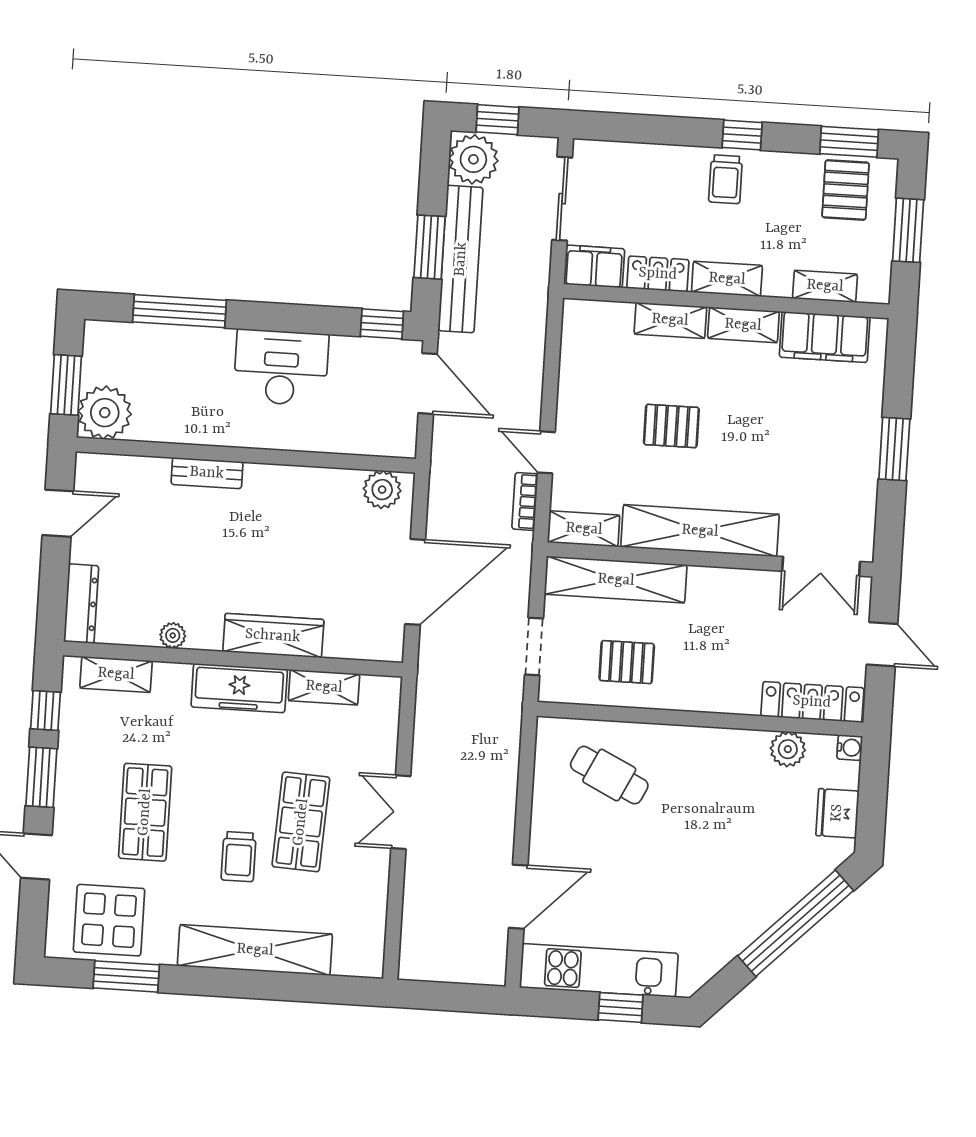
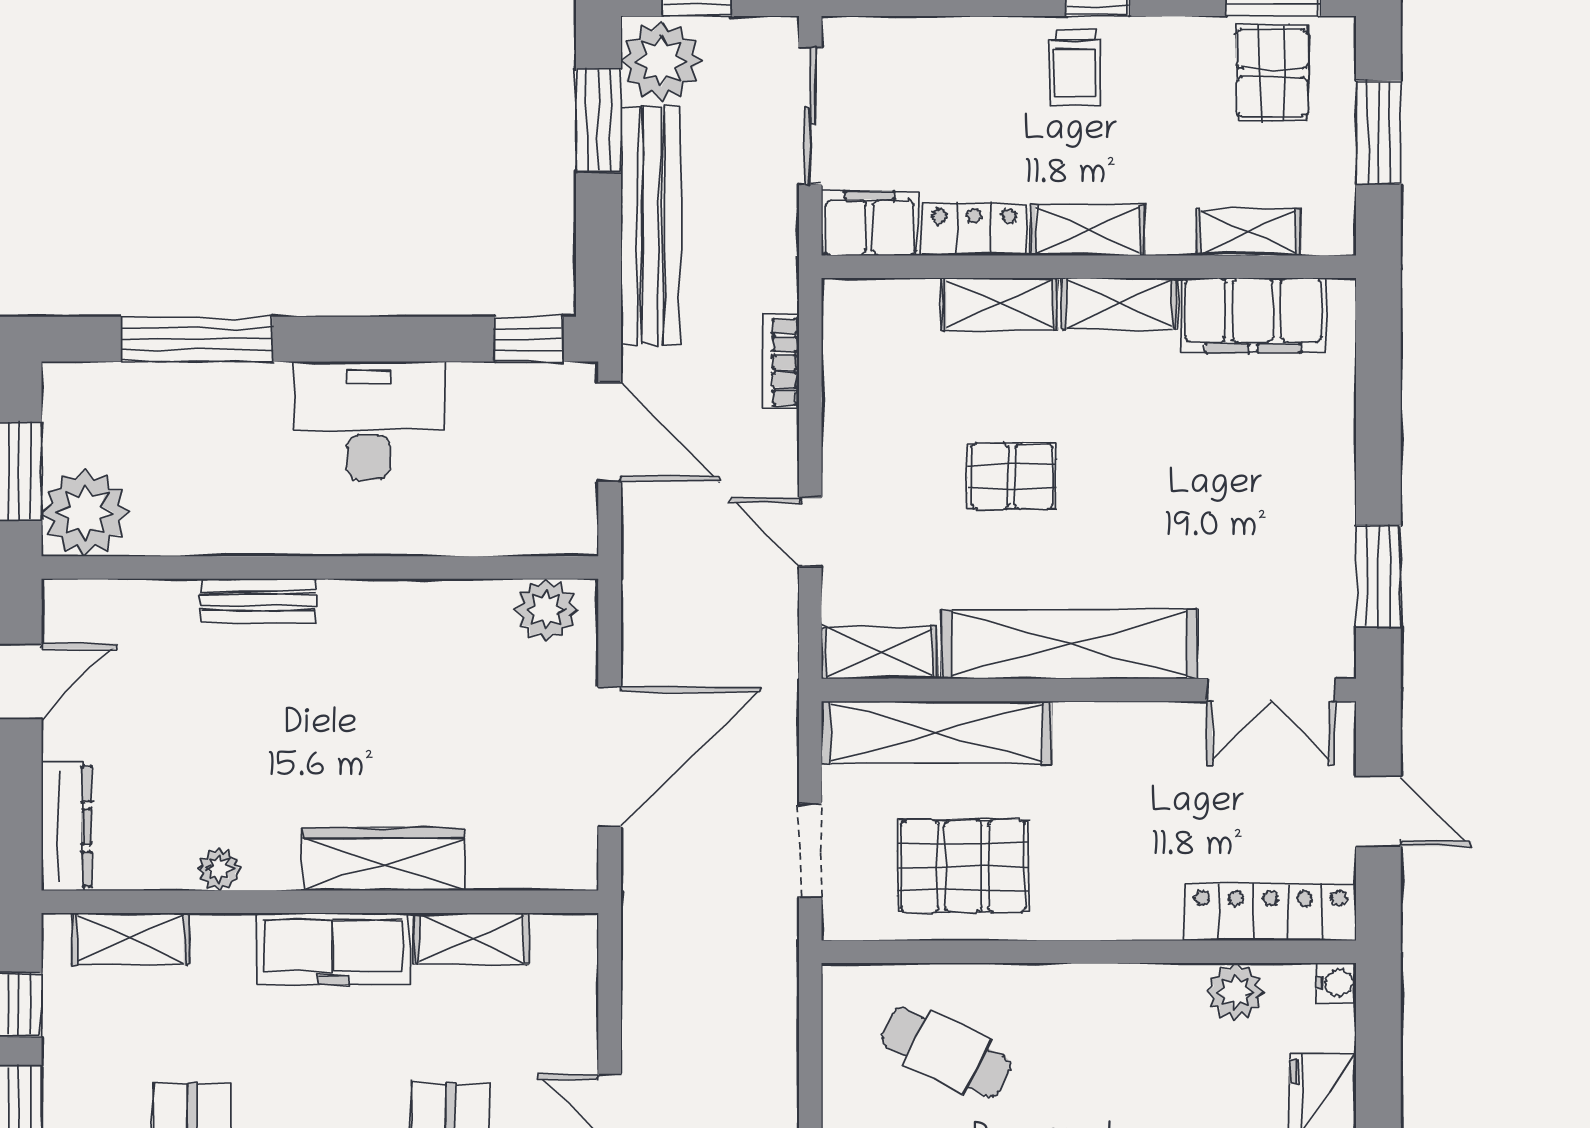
window: (429, 247) -> (598, 120), moved
window: (894, 449) -> (1378, 576), moved
bookcase: (525, 501) -> (780, 362), moved
pallet: (627, 662) -> (963, 866), width x1.50, depth x1.42

